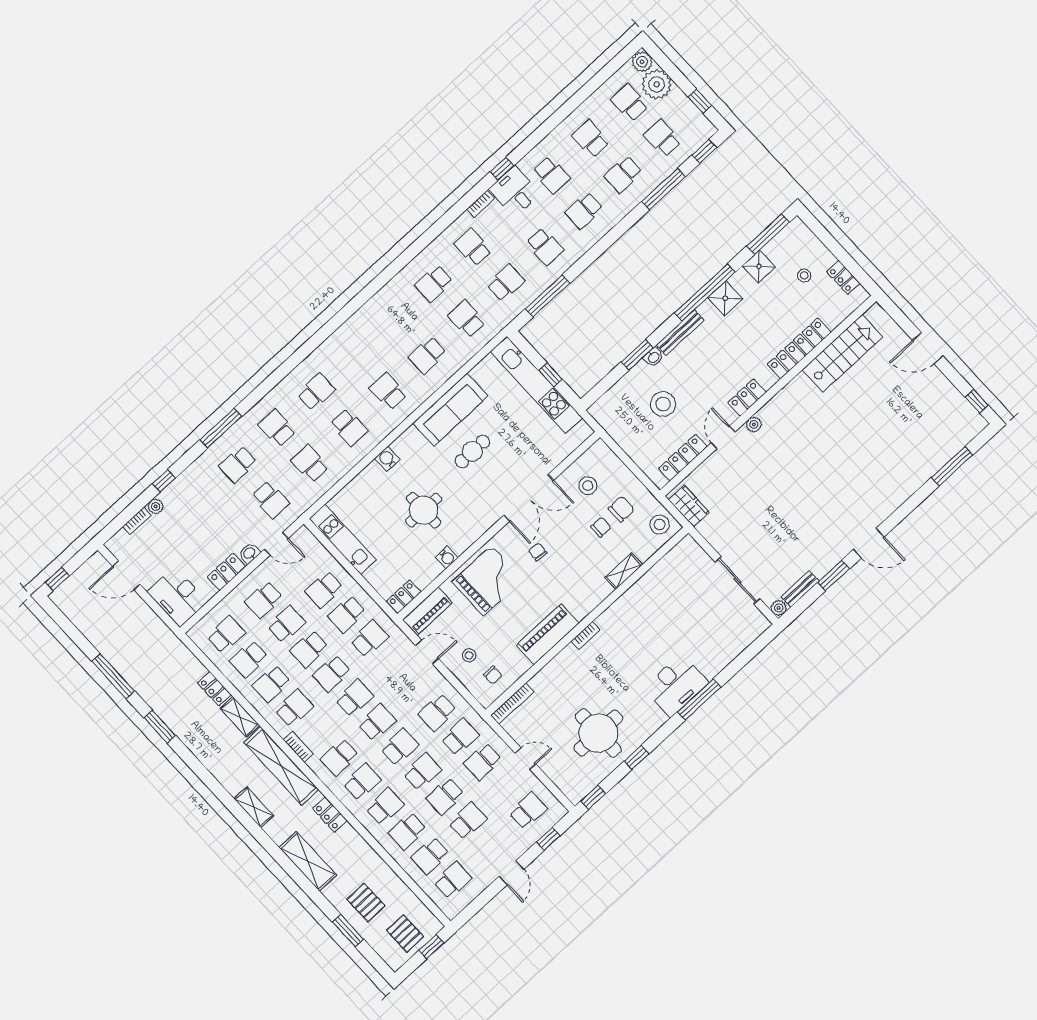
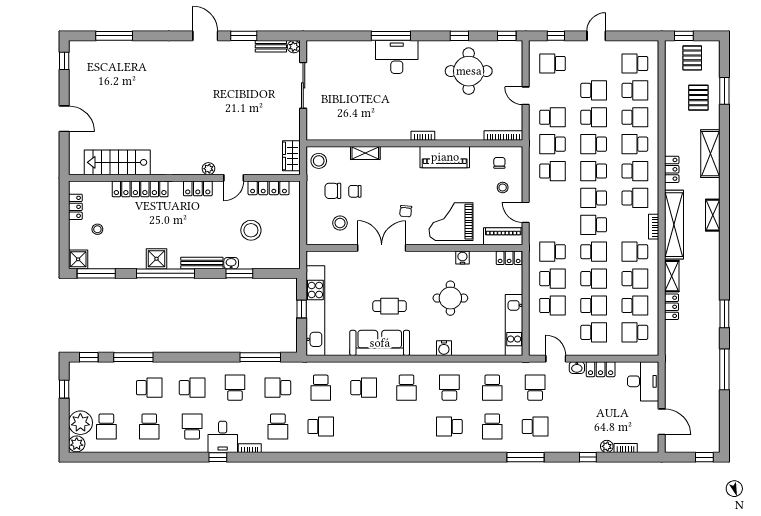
school desk: (662, 138) -> (106, 388), removed
shower: (759, 266) -> (78, 259), moved
school desk: (286, 624) -> (594, 305), turned 180
school desk: (362, 782) -> (635, 171), turned 180
school desk: (468, 821) -> (594, 90), turned 180

